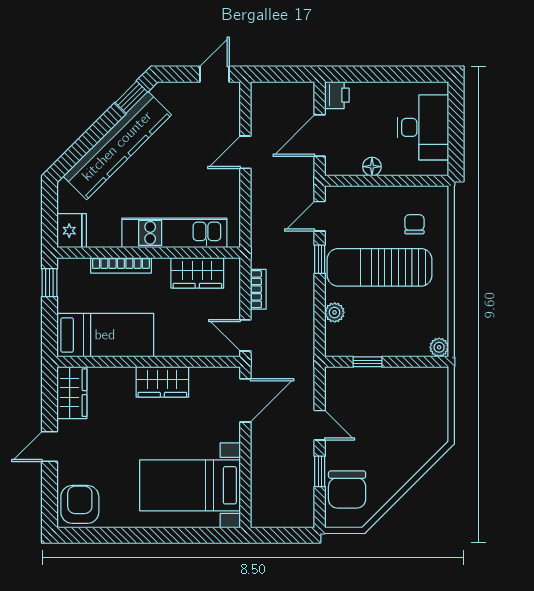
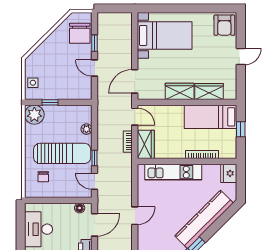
floor lamp: (372, 167) -> (80, 208), moved
door: (320, 216) -> (95, 181), swing flipped
wardrobe: (197, 273) -> (146, 144), moved, turned 90
window: (49, 283) -> (241, 129), moved
plant: (439, 347) -> (34, 115), width x1.87, depth x1.87
window: (367, 362) -> (50, 102), moved
wardrobe: (72, 393) -> (209, 92), moved, turned 90
side table: (434, 398) -> (33, 83), added
chair: (347, 489) -> (80, 33), turned 180

